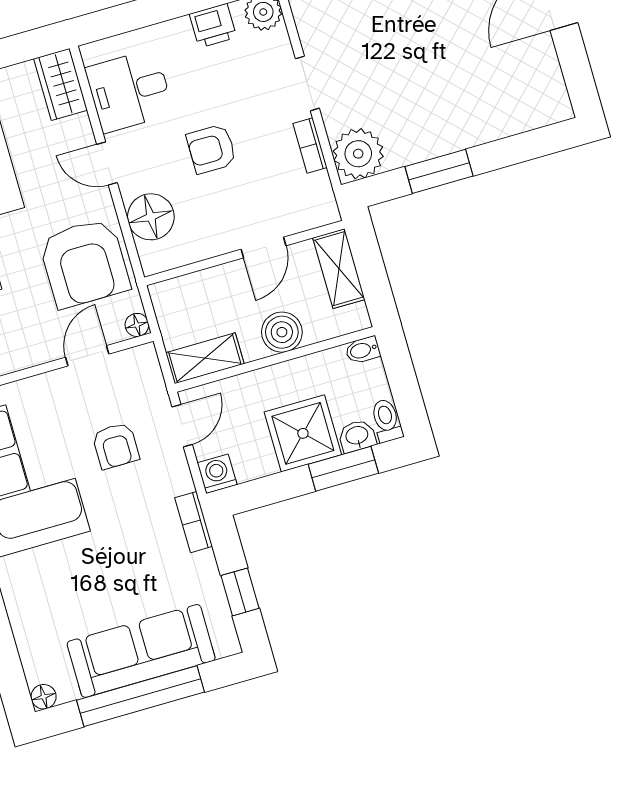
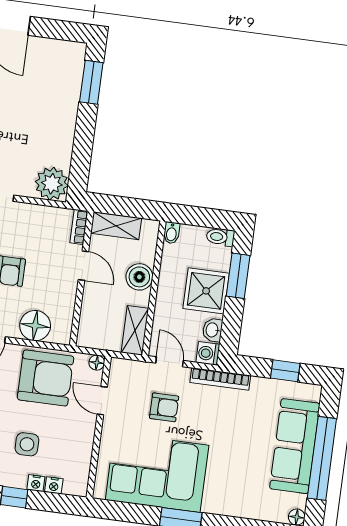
bookcase: (310, 146) -> (79, 227), moved, turned 90
window: (439, 171) -> (91, 82), moved
washbasin: (357, 436) -> (212, 330), moved
bookcase: (194, 522) -> (220, 379), width x1.56

